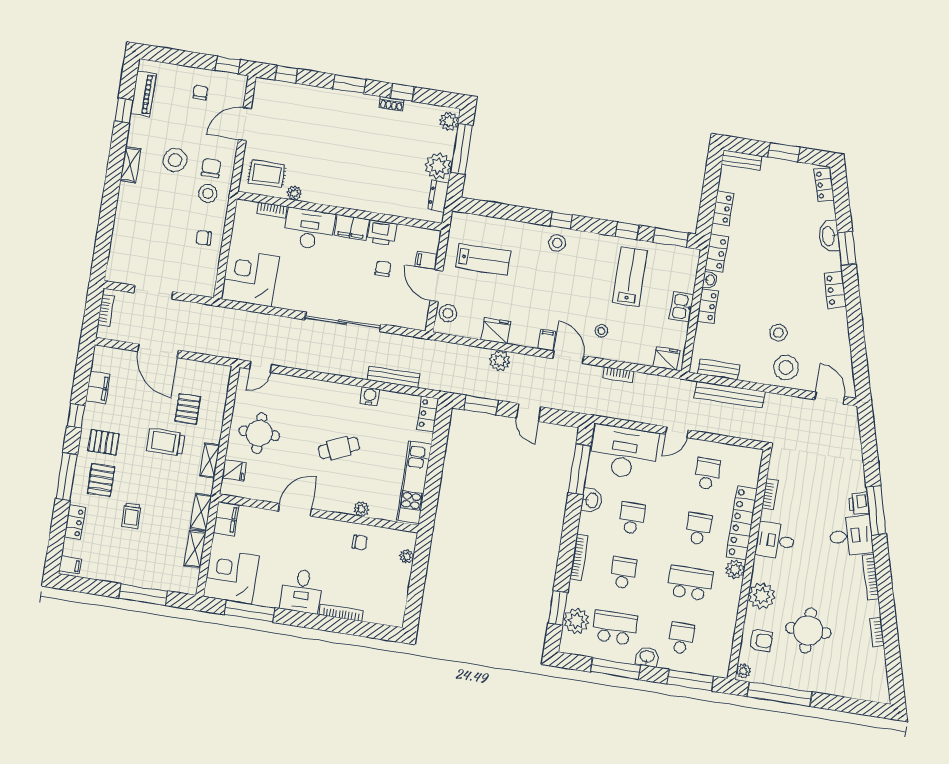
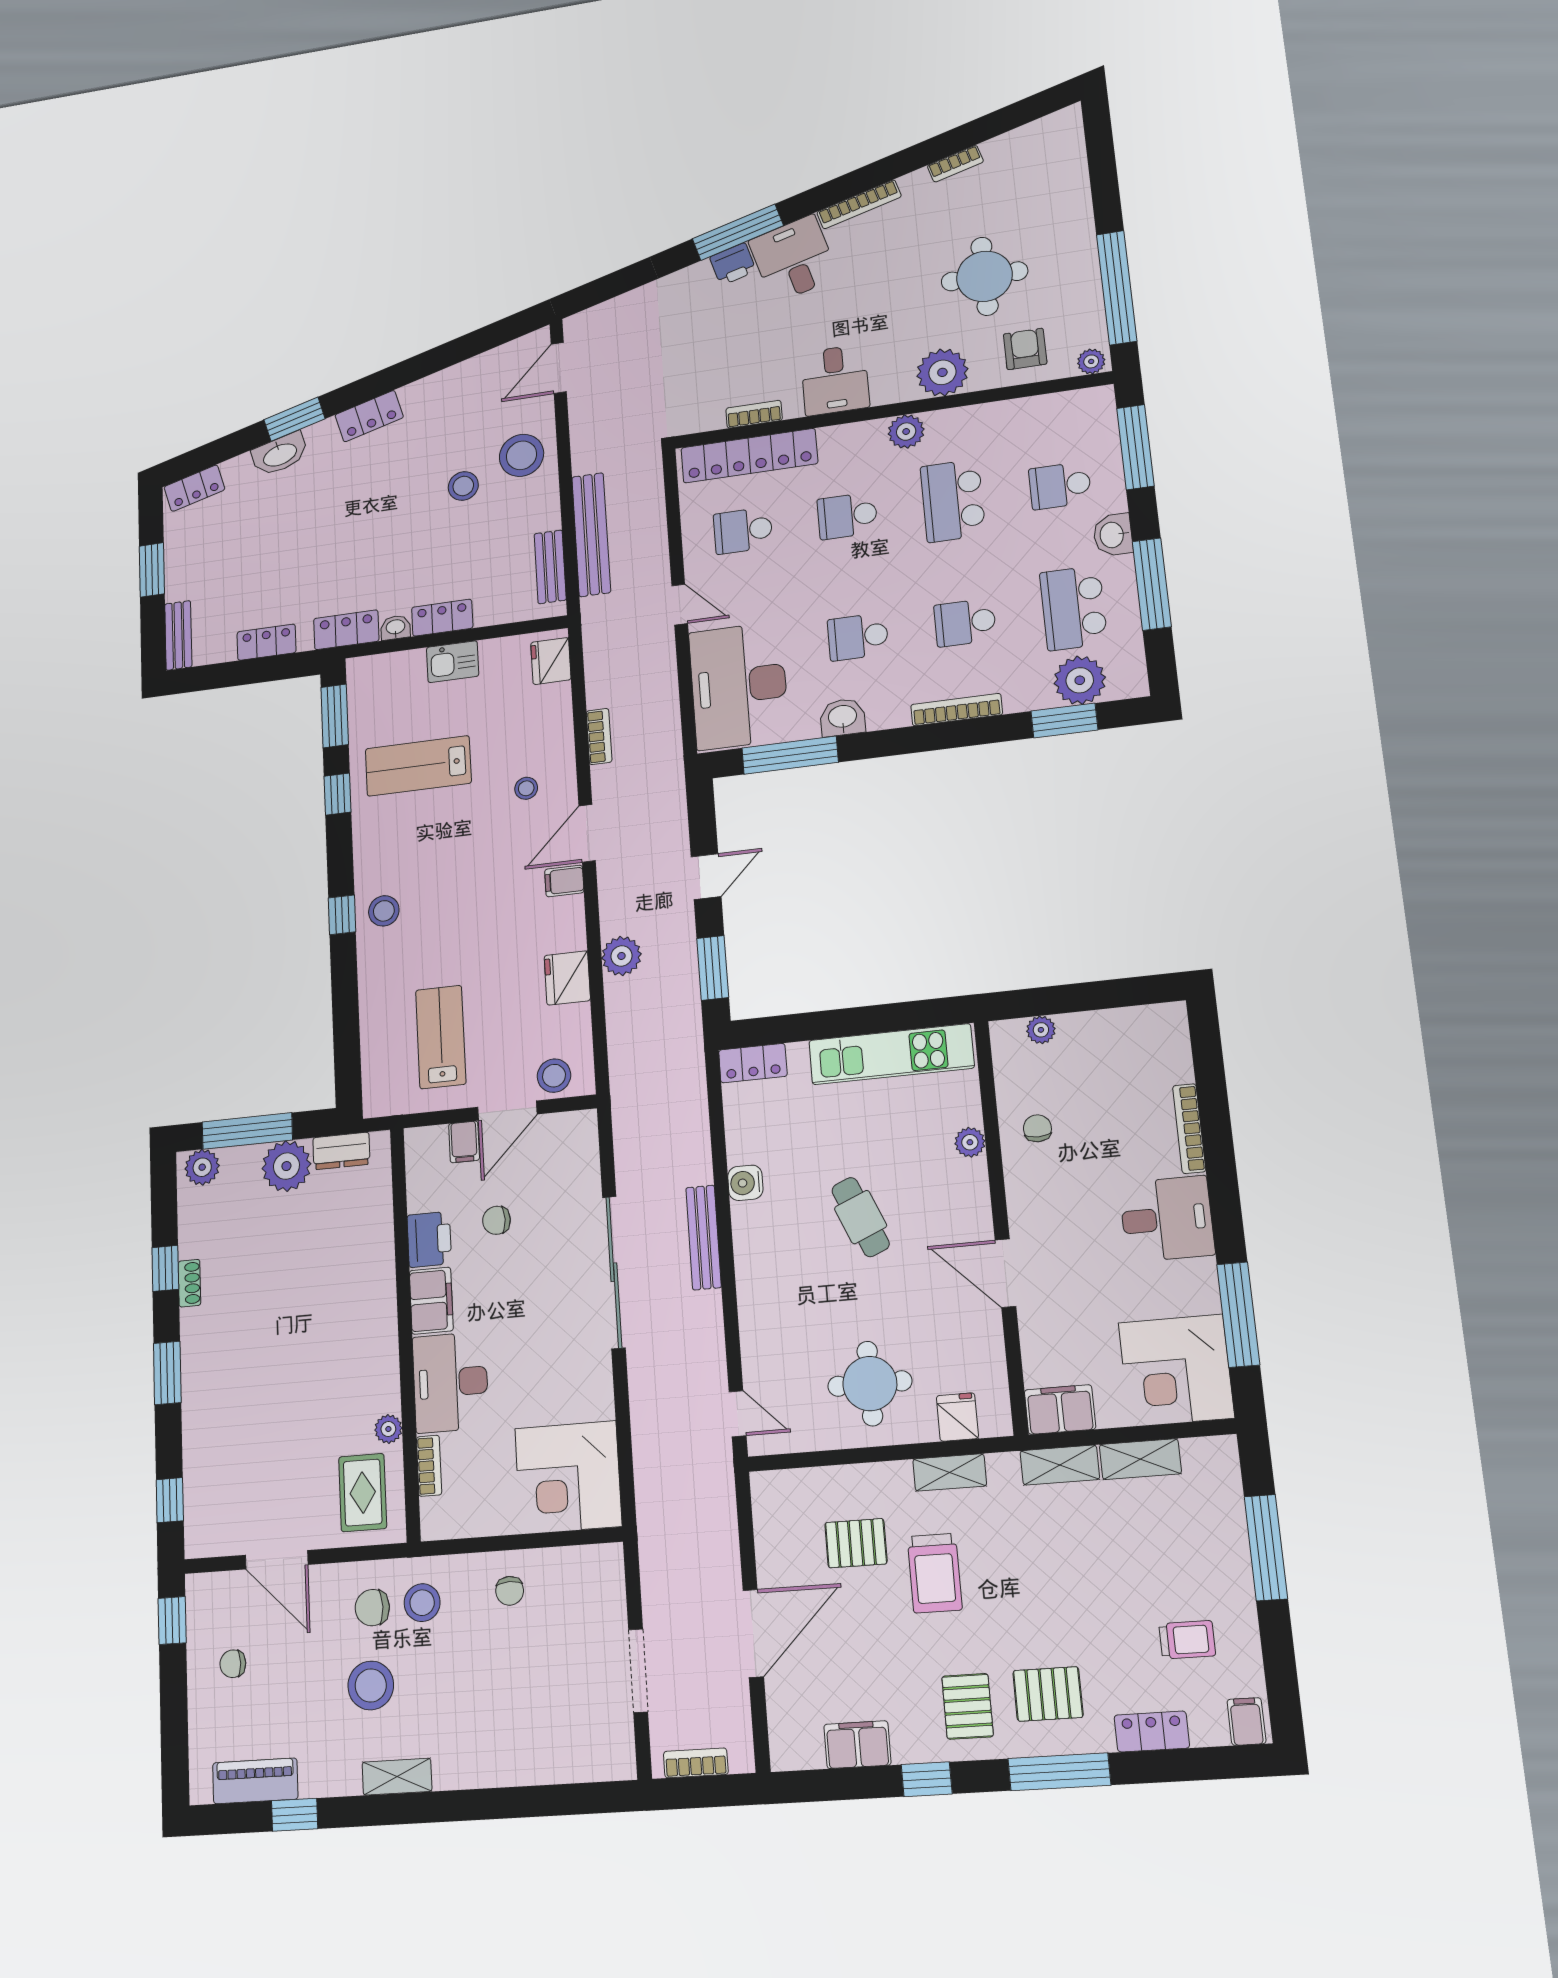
bench: (393, 377) -> (704, 1237), moved
trolley: (131, 516) -> (1187, 1640), moved
locker: (742, 523) -> (749, 456), moved

